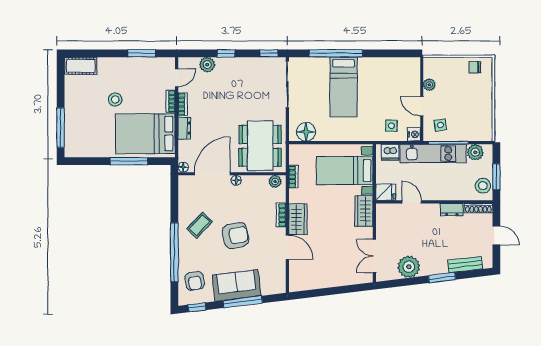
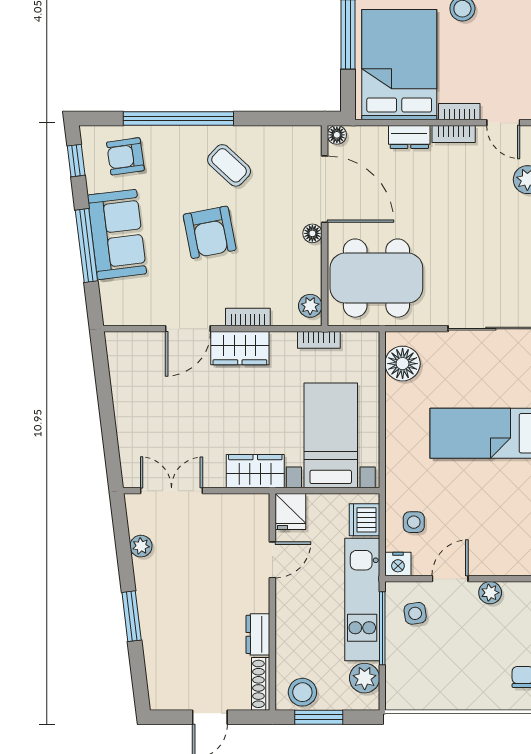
bench: (465, 265) -> (156, 659), removed
plant: (409, 267) -> (141, 546), width x0.53, depth x0.53

